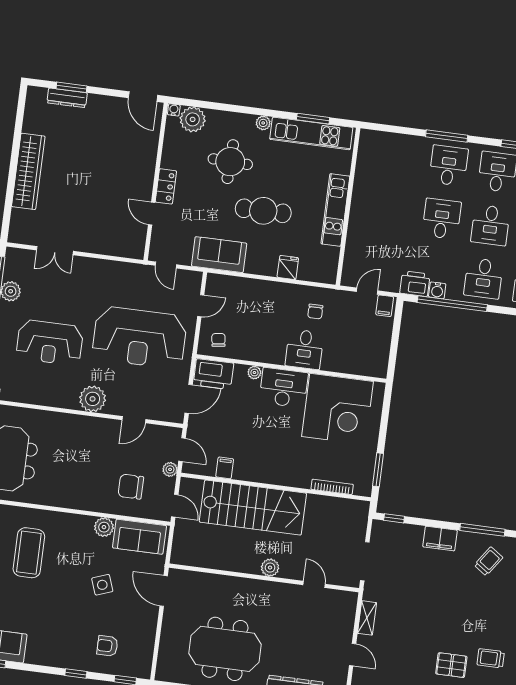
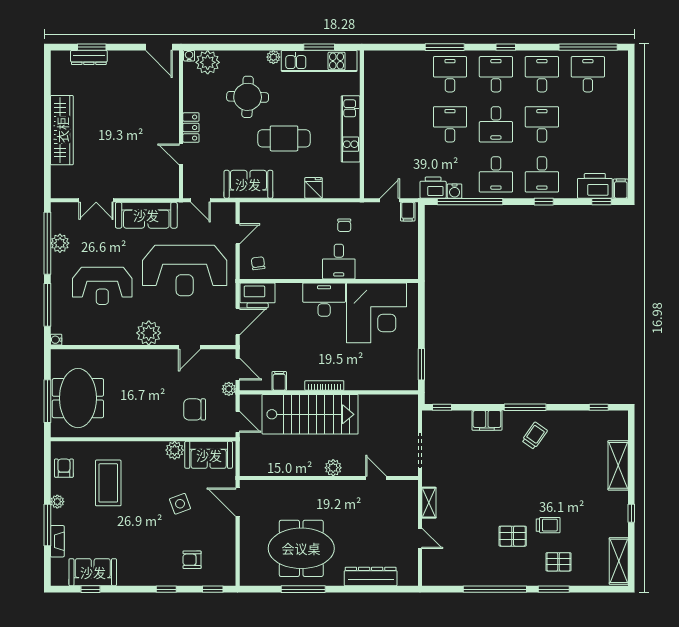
sofa: (106, 273) -> (146, 215), added
plant: (254, 373) -> (295, 289), removed
bookcase: (332, 487) -> (324, 385), moved
trolley: (491, 658) -> (548, 525), turned 180

